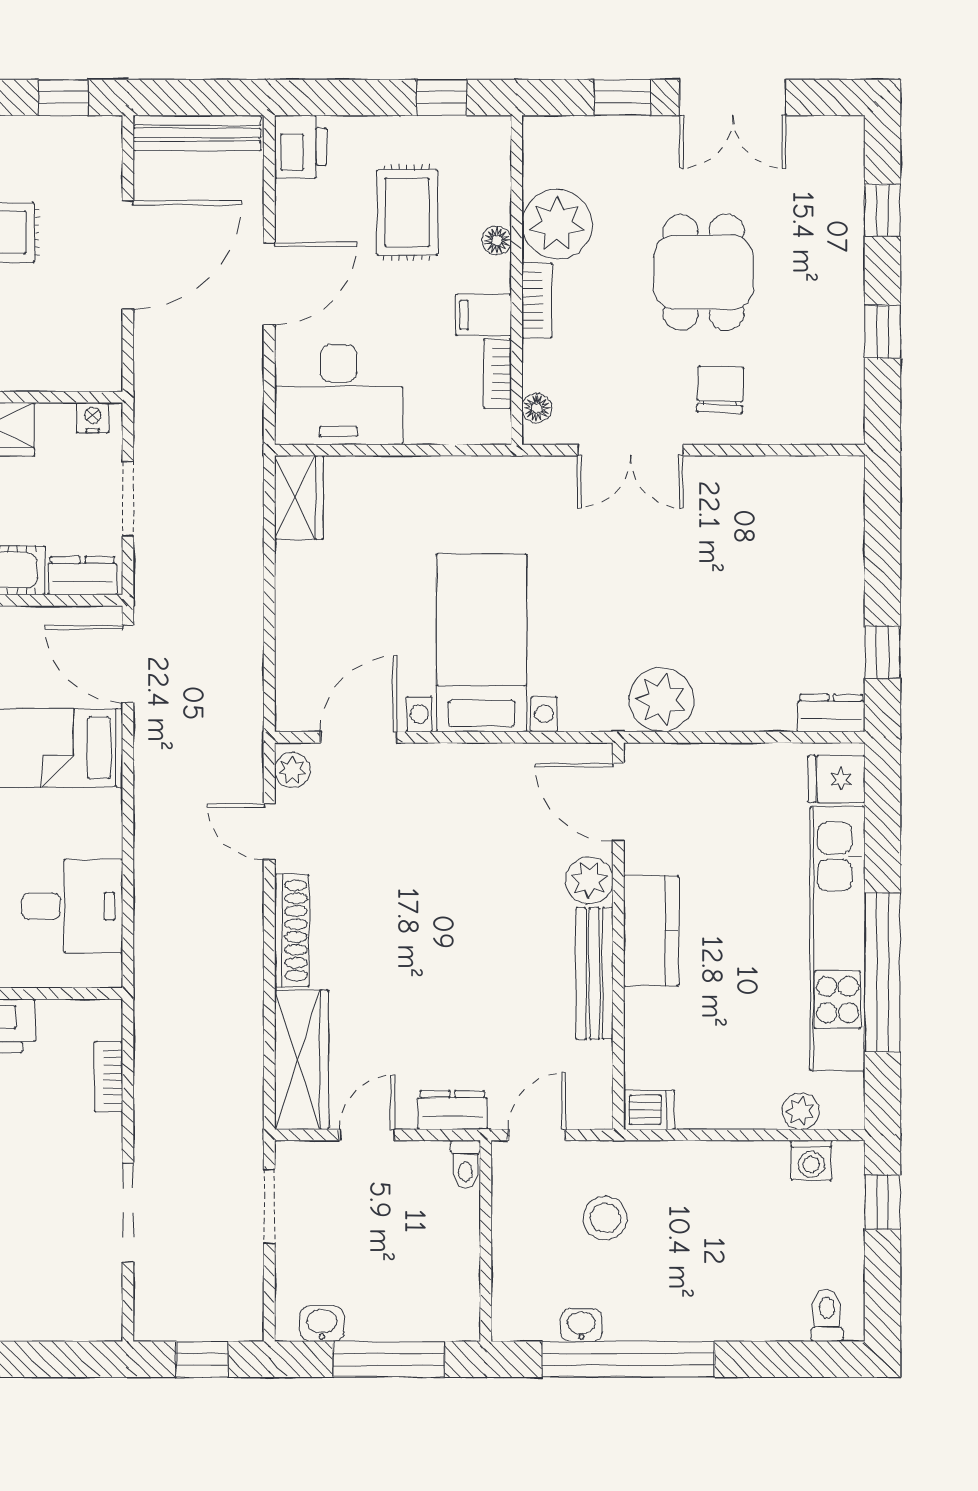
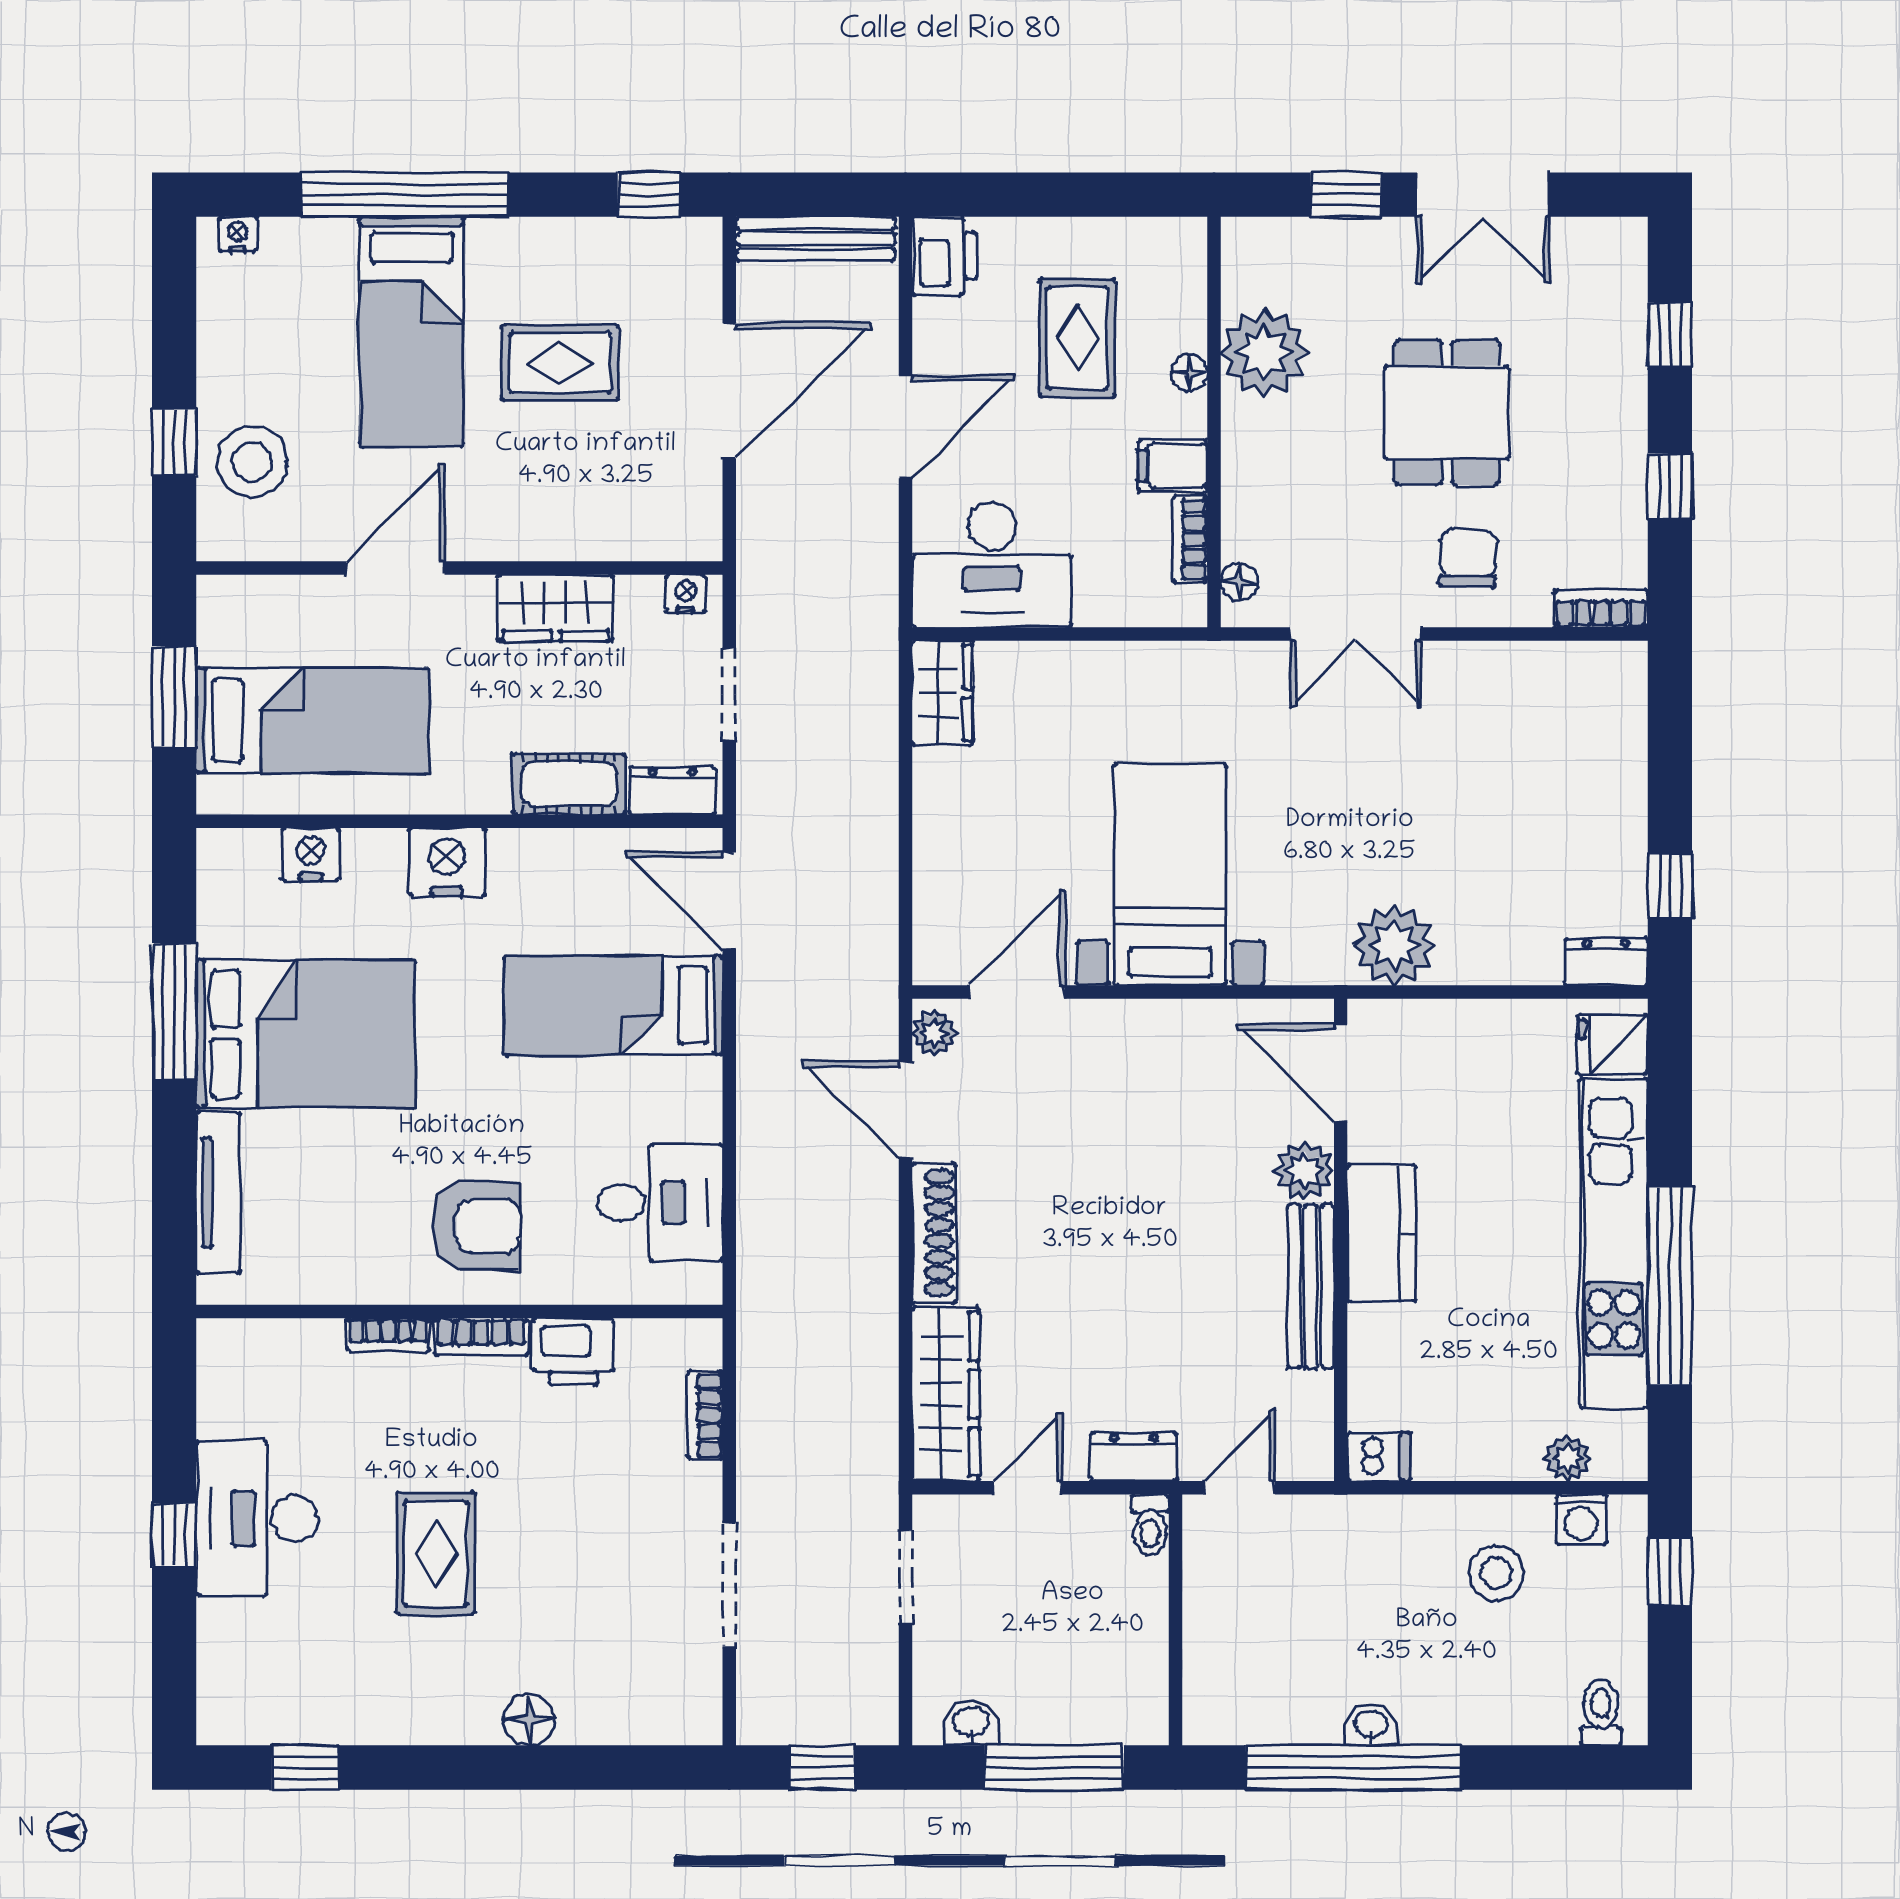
window: (442, 98) -> (1121, 195), removed
bookcase: (537, 300) -> (1601, 609), moved, turned -90
door: (269, 832) -> (906, 1110), width x1.38
stool: (605, 1218) -> (1496, 1573), moved
washbasin: (581, 1325) -> (1371, 1725), moved

